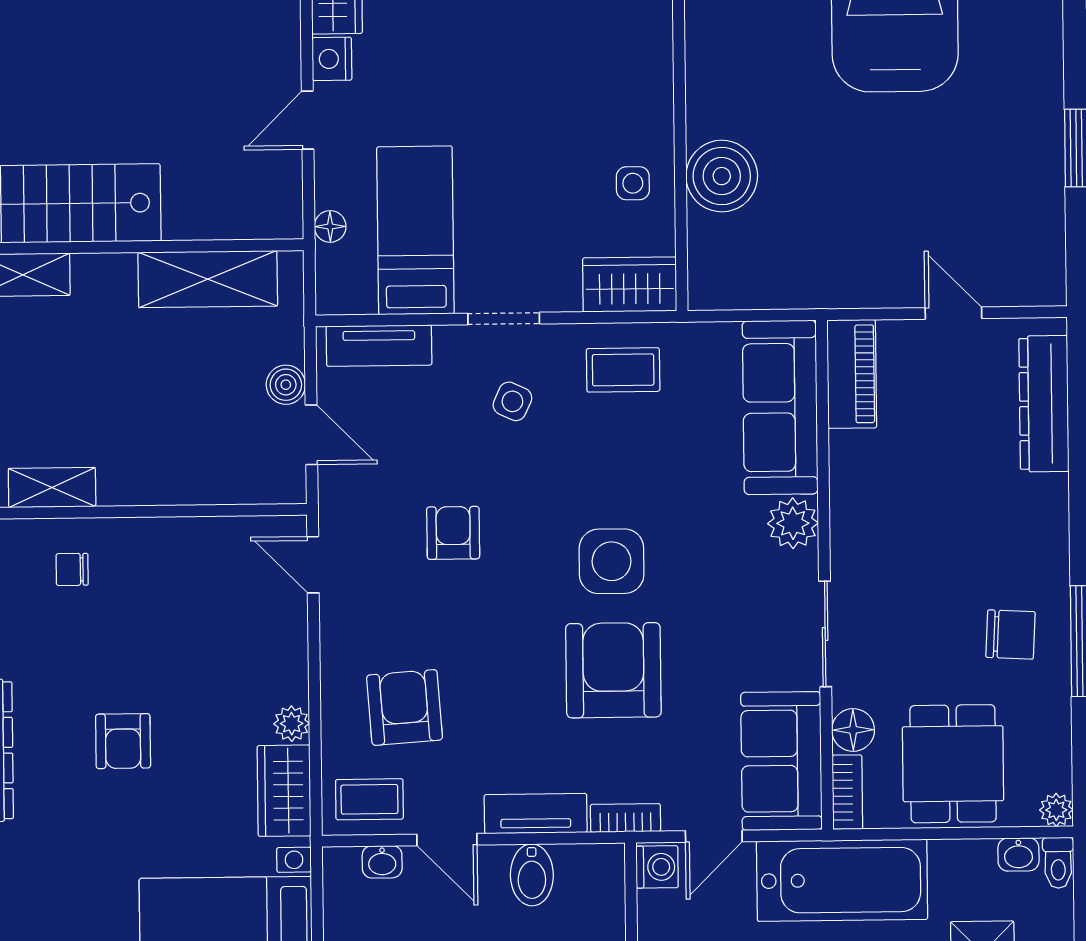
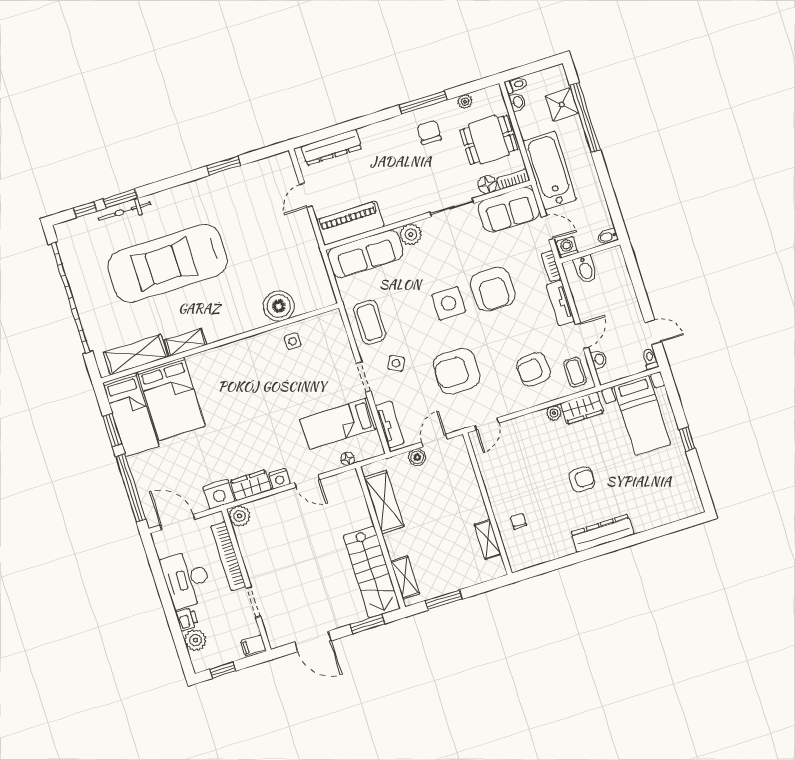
wardrobe: (630, 285) -> (334, 330), removed
coffee table: (623, 370) -> (370, 322), width x1.36, depth x1.30
piano: (852, 374) -> (350, 223), width x1.37, depth x1.33
armchair: (453, 533) -> (457, 371), width x1.88, depth x1.88
chair: (72, 569) -> (518, 521), turned 180
armchair: (613, 670) -> (493, 289), turned -90
plant: (1056, 810) -> (465, 102), moved
bidet: (532, 875) -> (585, 269), moved, turned 90

